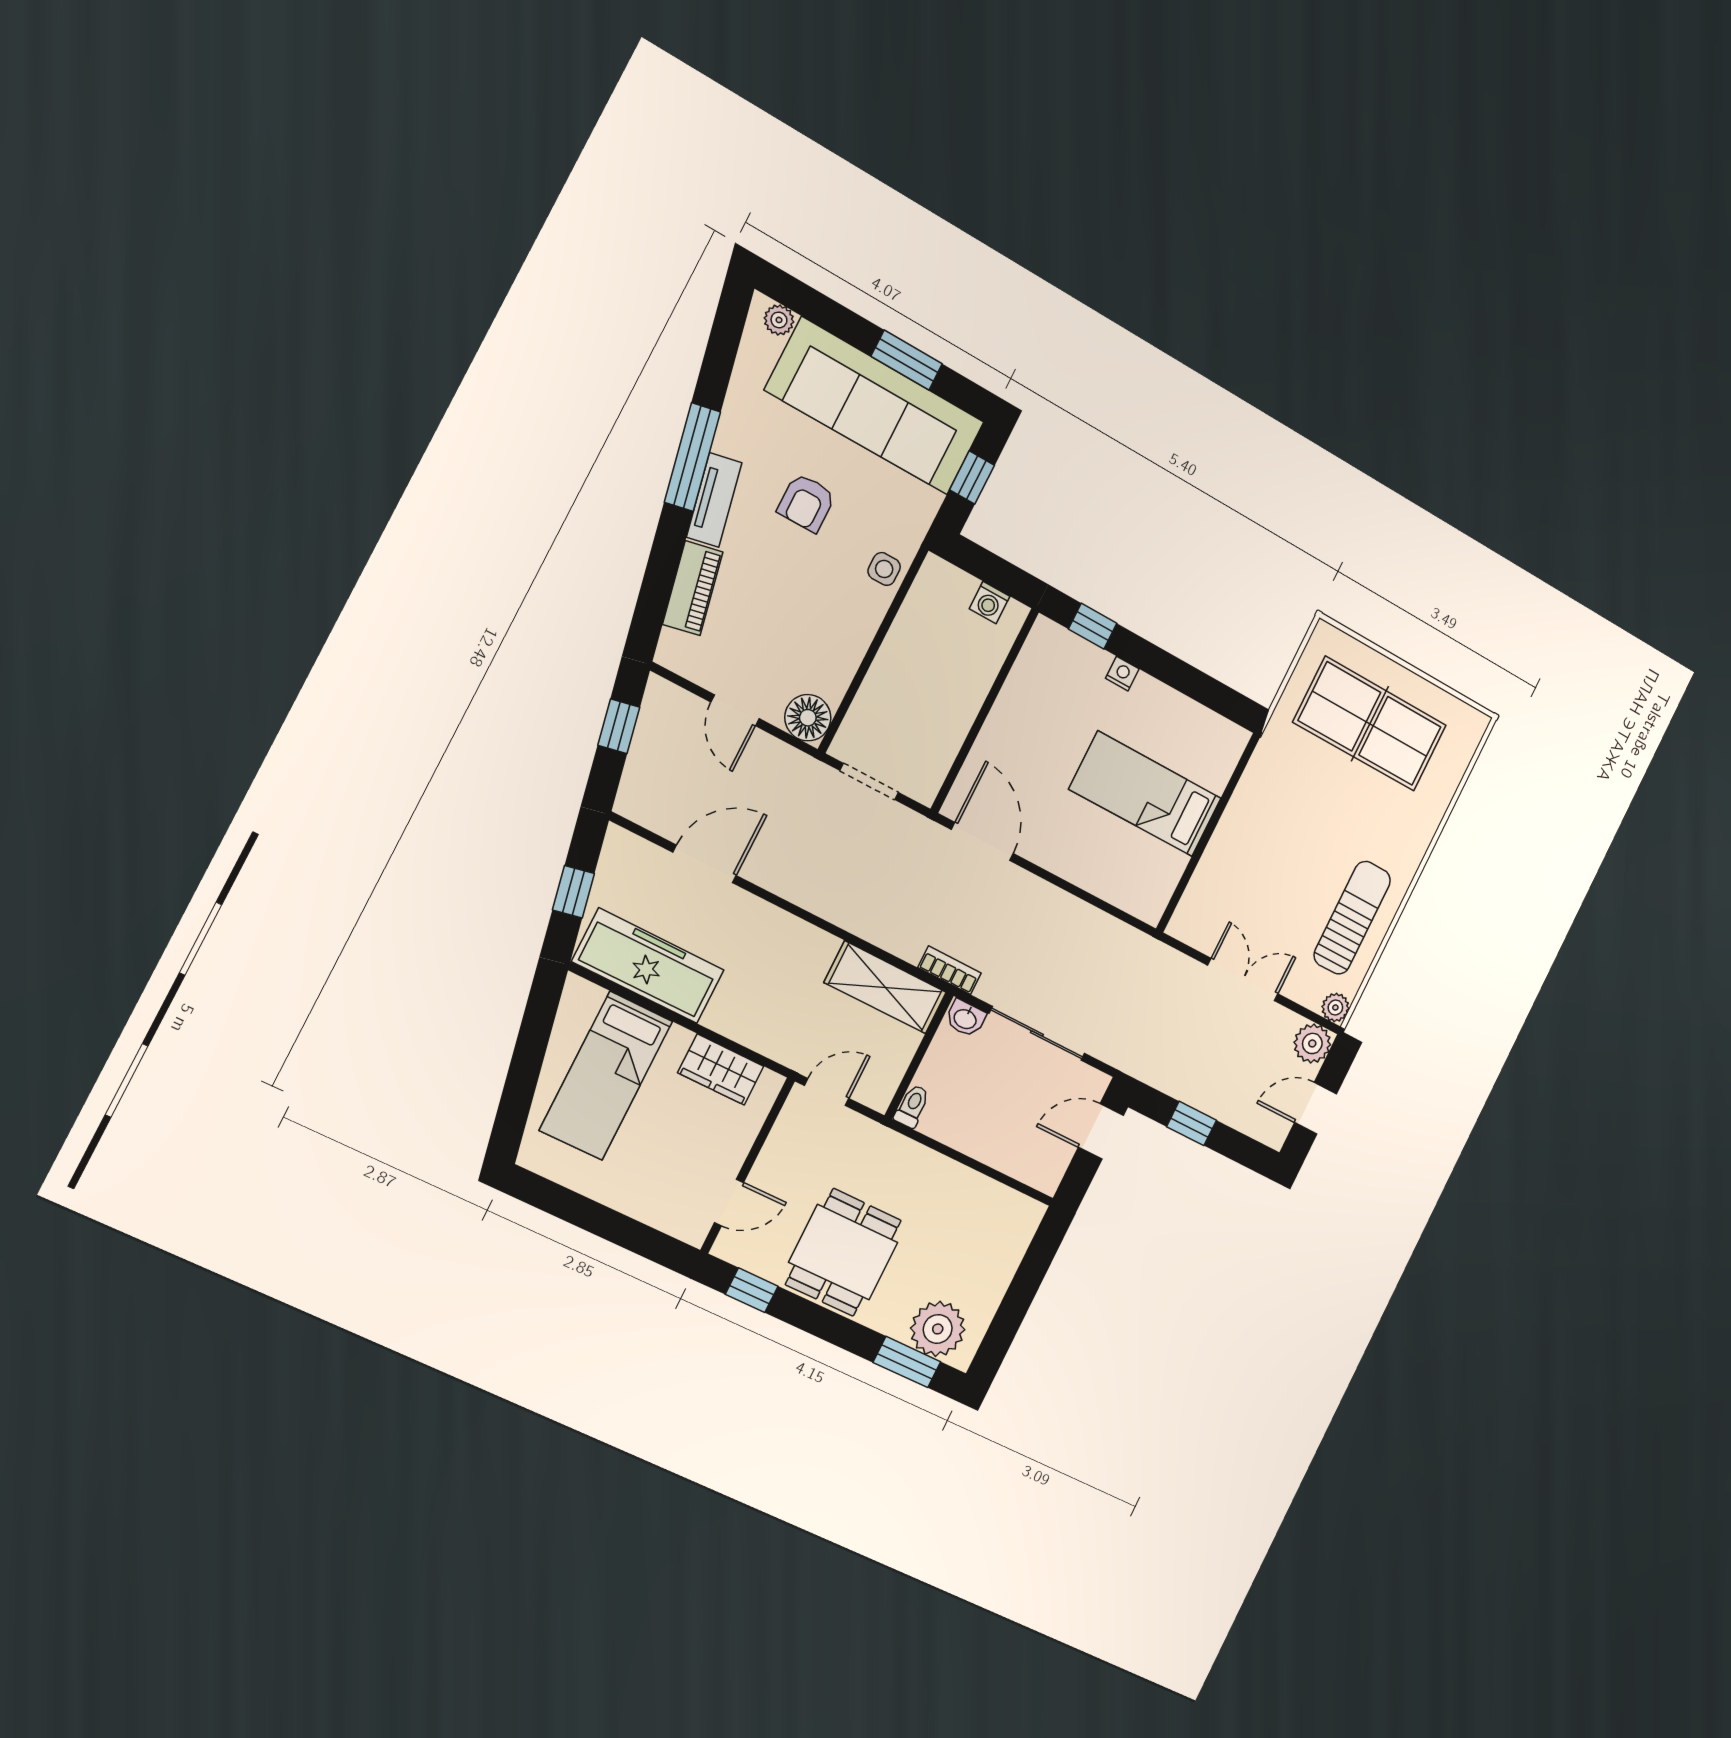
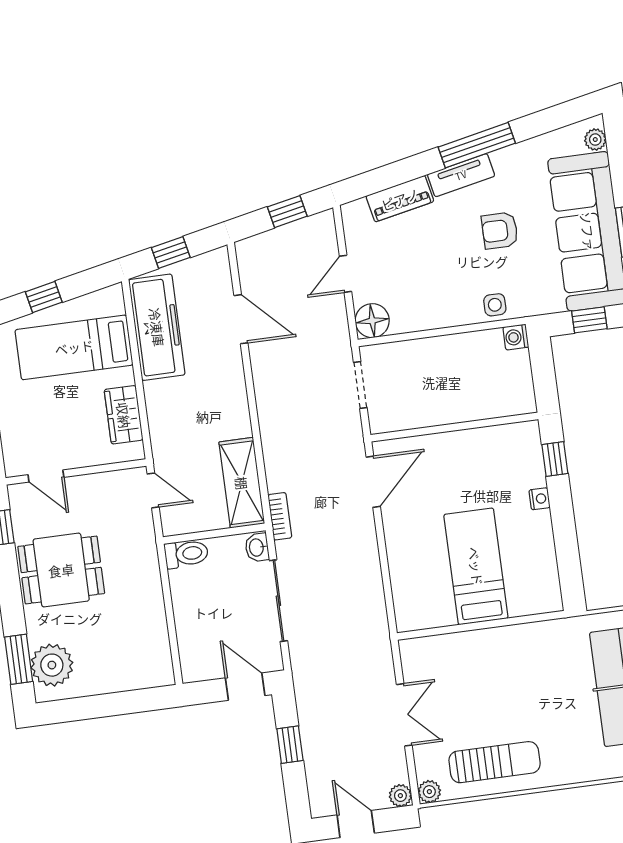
washing machine: (990, 602) -> (516, 337), moved
plant: (1312, 1043) -> (400, 796), width x0.73, depth x0.73
window: (524, 1072) -> (44, 297), added
toilet: (912, 1106) -> (186, 554), width x1.37, depth x1.39

